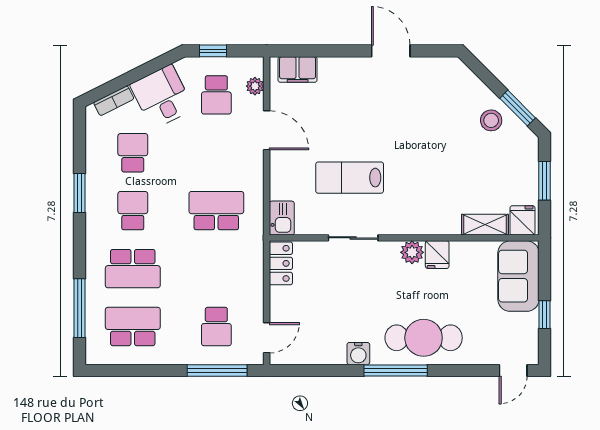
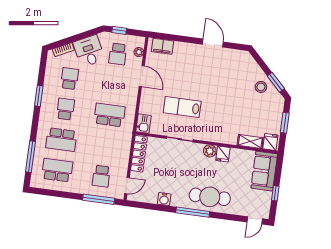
locker: (281, 263) -> (139, 154), width x1.53
water cooler: (358, 354) -> (164, 199), moved

